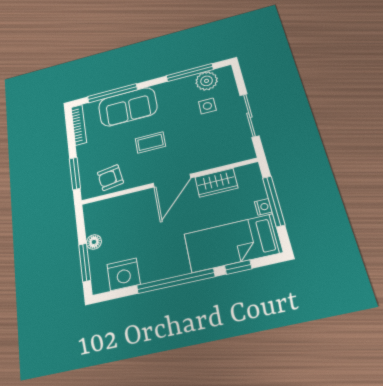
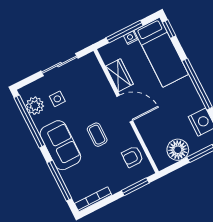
window: (190, 73) -> (29, 121), width x1.46
sofa: (128, 107) -> (60, 145), moved
armchair: (110, 178) -> (133, 157), turned 99
floor lamp: (94, 242) -> (178, 150), width x1.89, depth x1.89
window: (238, 267) -> (169, 29), moved

